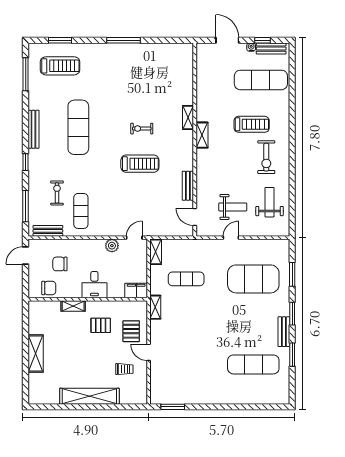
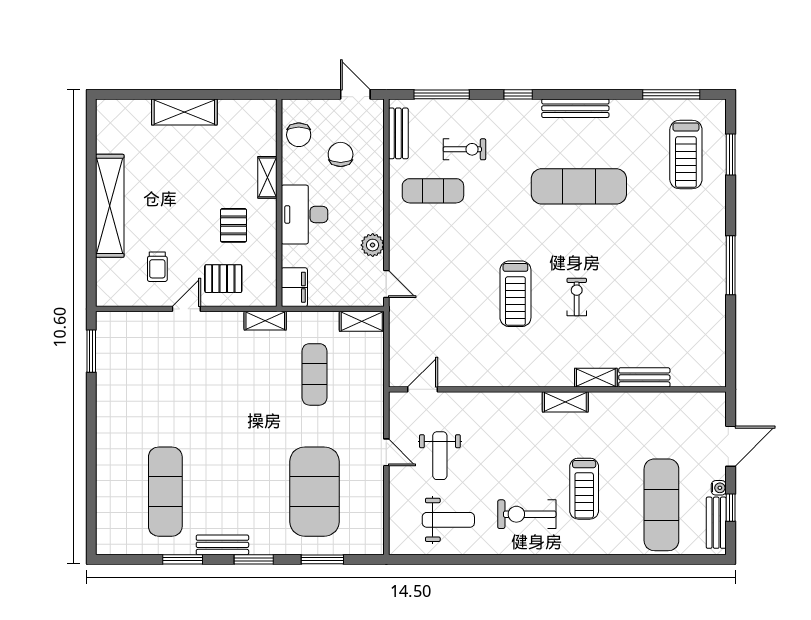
bench: (188, 186) -> (644, 377), moved
desk: (94, 285) -> (304, 215), width x1.37

